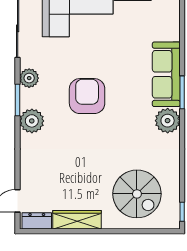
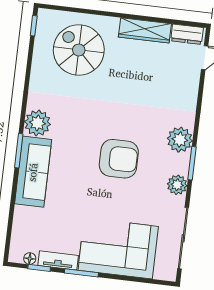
armchair: (87, 96) -> (119, 159), turned -90

